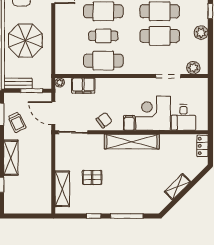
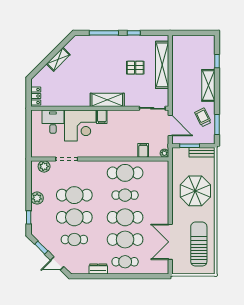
filing cabinet: (83, 86) -> (143, 150), width x0.50
chair: (104, 120) -> (124, 119), removed
shelving: (132, 142) -> (107, 100), width x0.68
shelving: (62, 189) -> (162, 65), width x1.47

